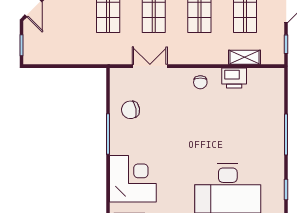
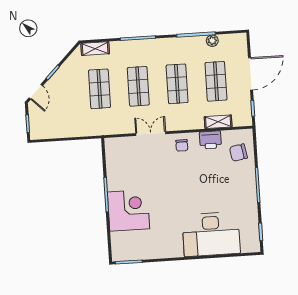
double door: (150, 66) -> (151, 134), moved
chair: (131, 110) -> (238, 153), moved
corner desk: (133, 179) -> (129, 210), moved

